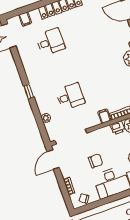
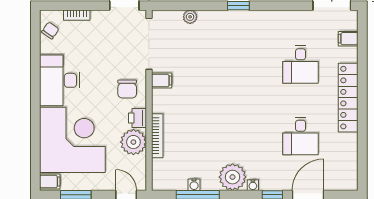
desk: (70, 97) -> (301, 136), moved
filing cabinet: (104, 116) -> (162, 81), moved
chair: (96, 161) -> (127, 89), moved

